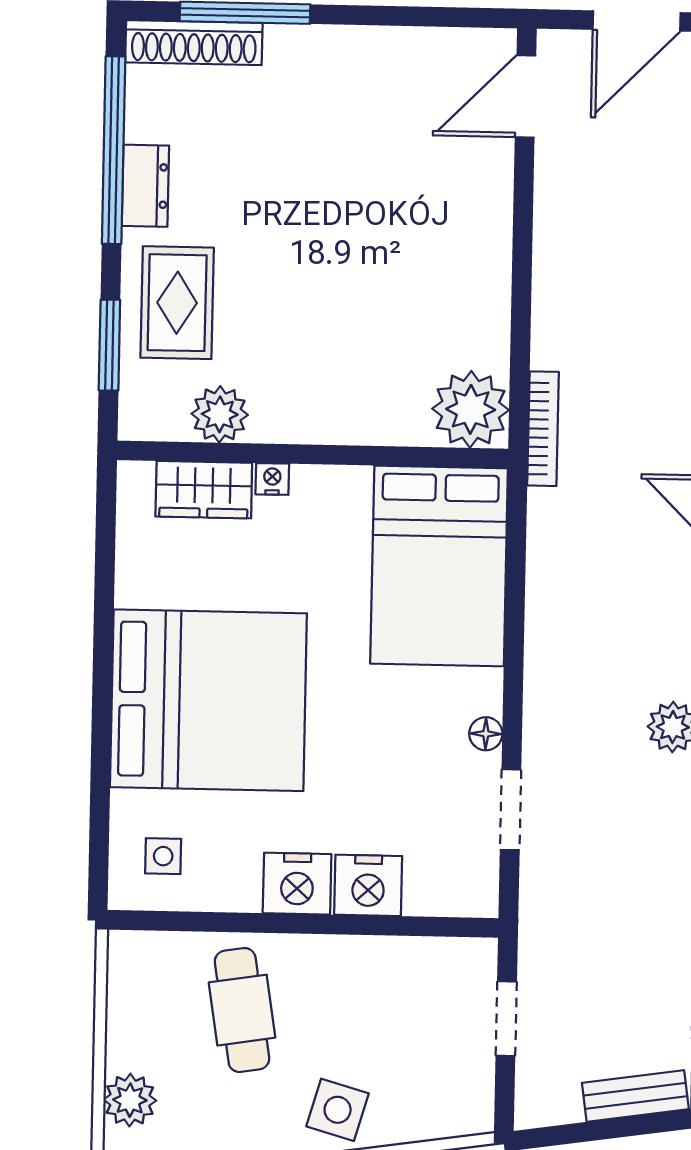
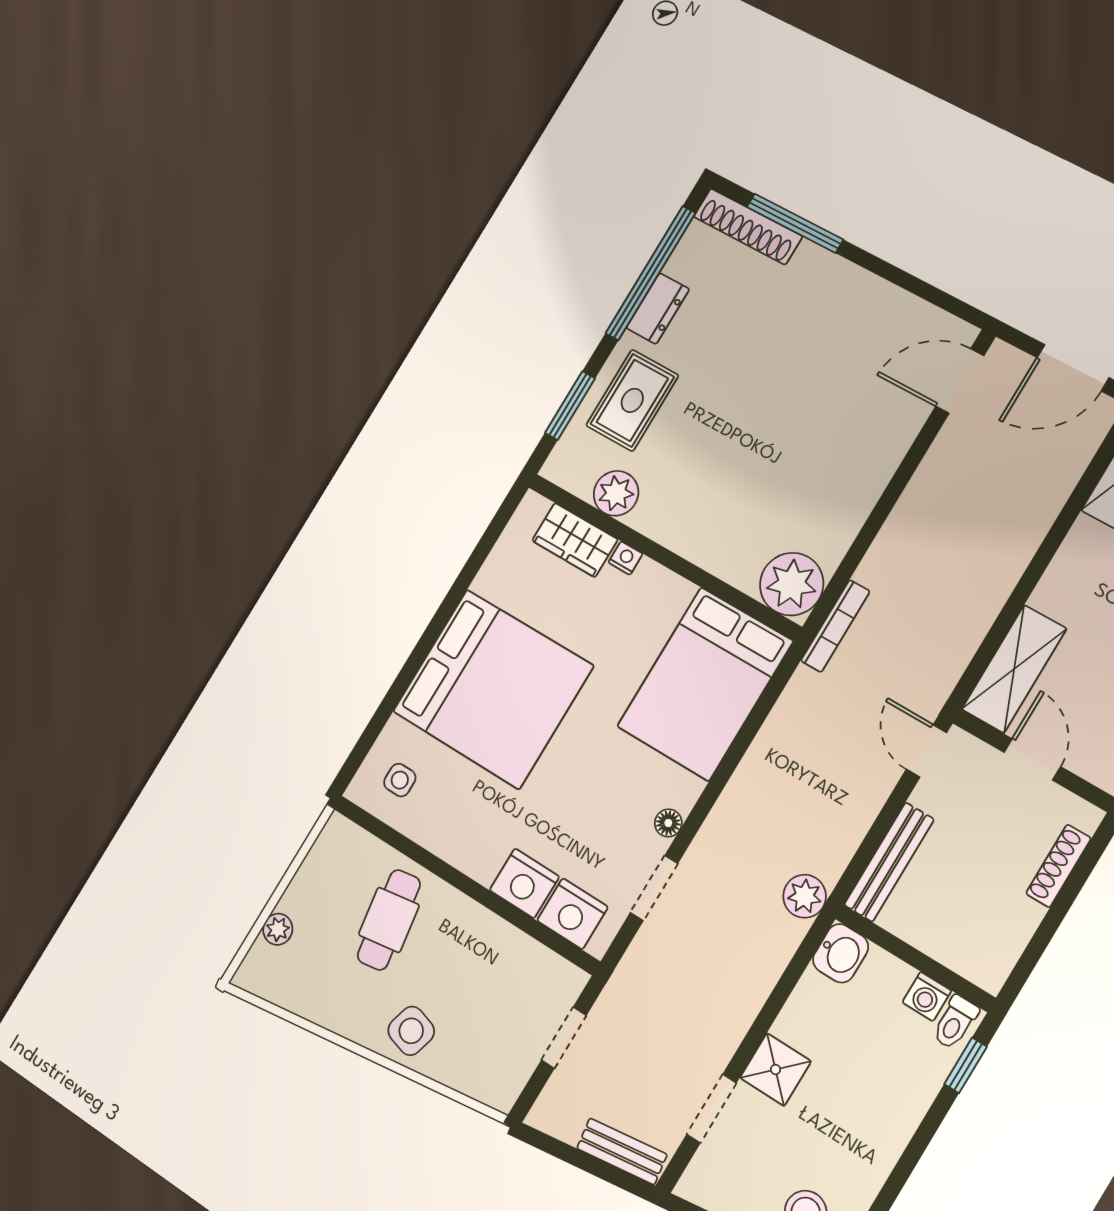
nightstand: (297, 884) -> (572, 914), moved
plant: (130, 1100) -> (278, 929), width x0.73, depth x0.73

